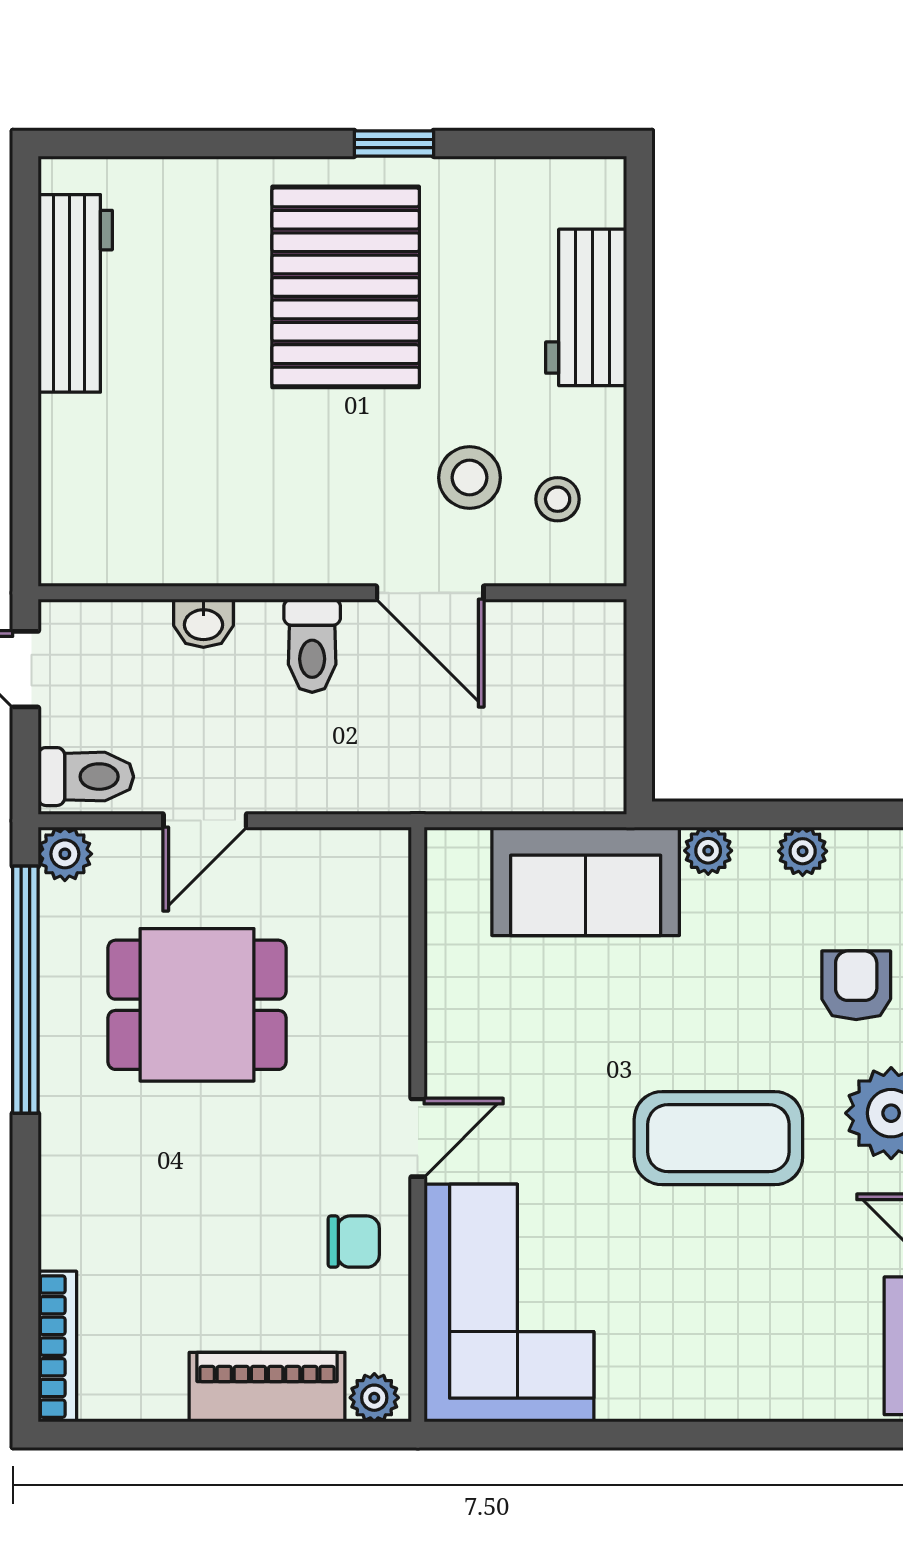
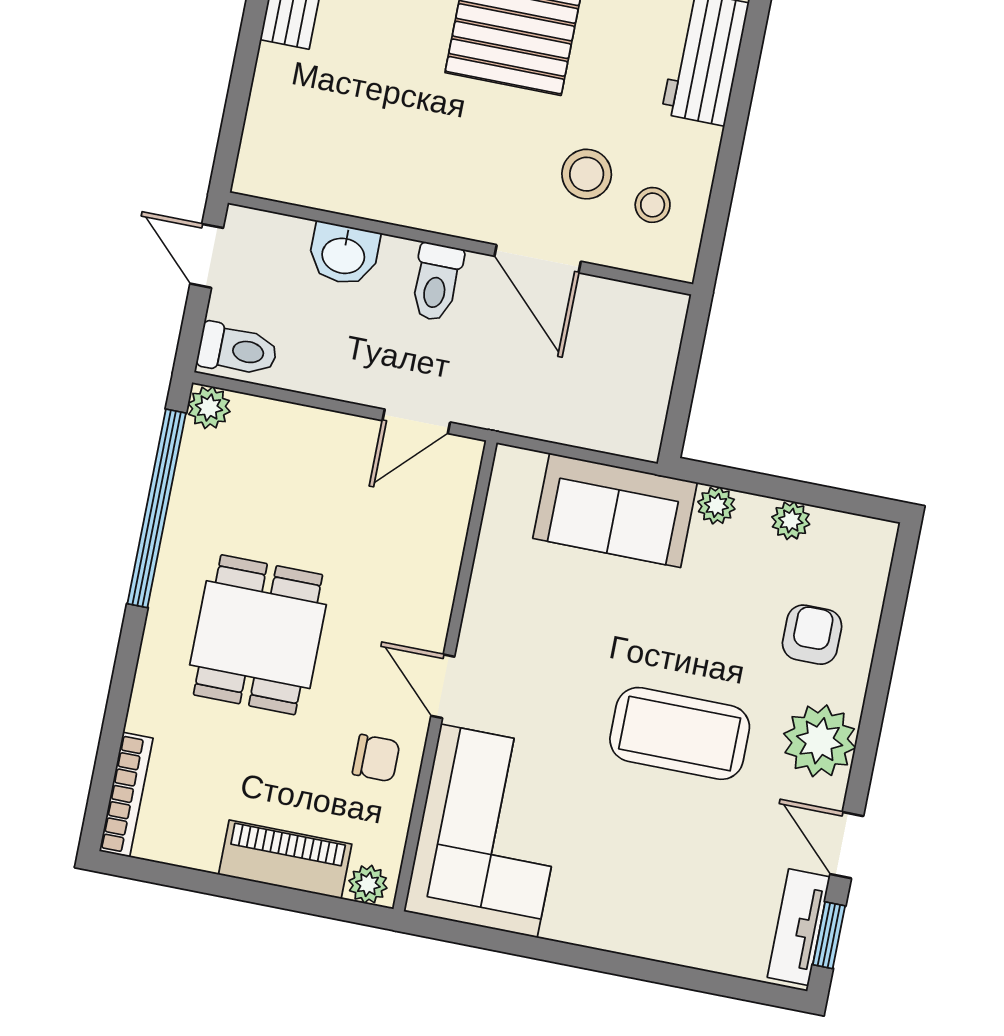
washbasin: (203, 623) -> (344, 254), width x1.38, depth x1.45
door: (205, 821) -> (416, 421), moved
dining table: (197, 1005) -> (258, 635), moved, turned 90
door: (418, 1138) -> (443, 686), swing flipped

